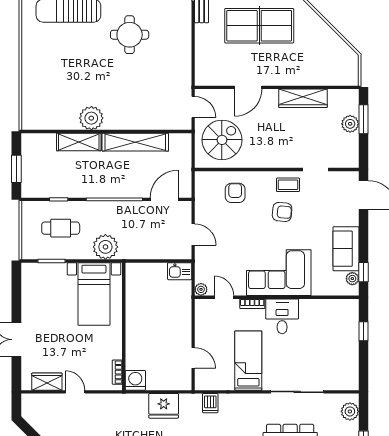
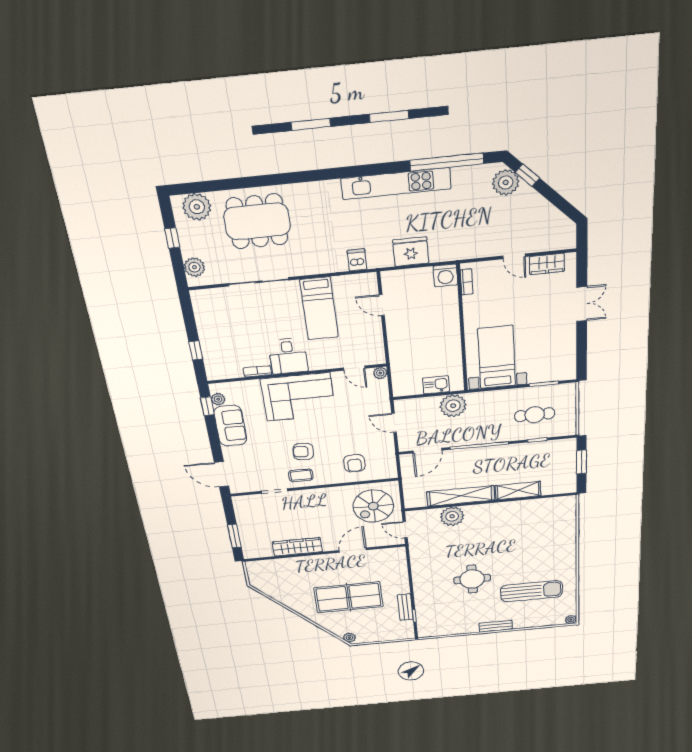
plant: (91, 118) -> (452, 516), moved
plant: (350, 124) -> (247, 531), removed
plant: (105, 247) -> (453, 406), moved
kitchen sink: (180, 271) -> (436, 385), moved
bookcase: (252, 304) -> (257, 371), moved

